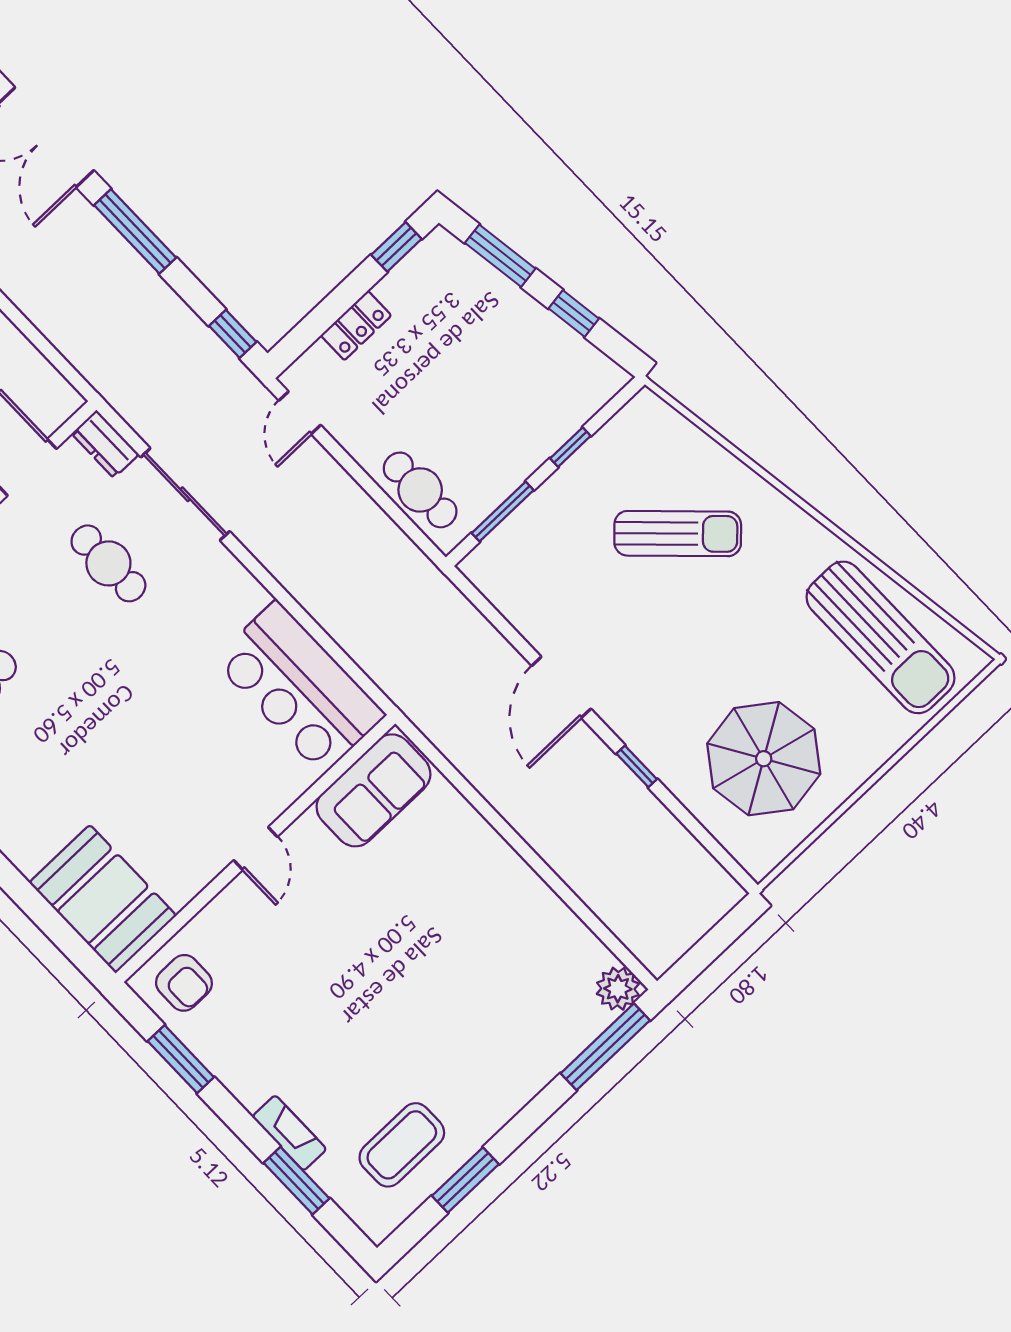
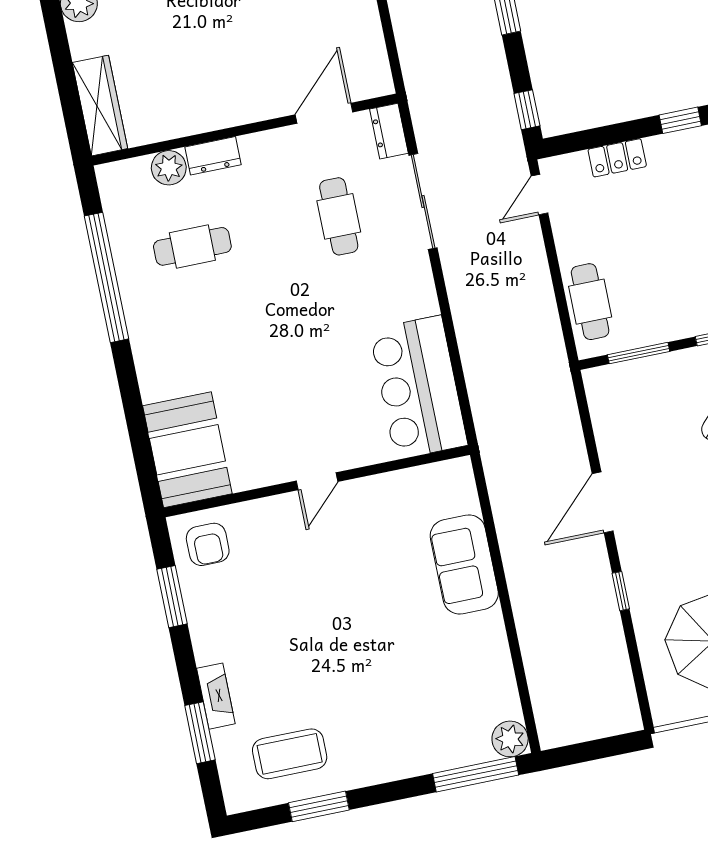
sofa: (373, 790) -> (464, 564), moved, turned 90

